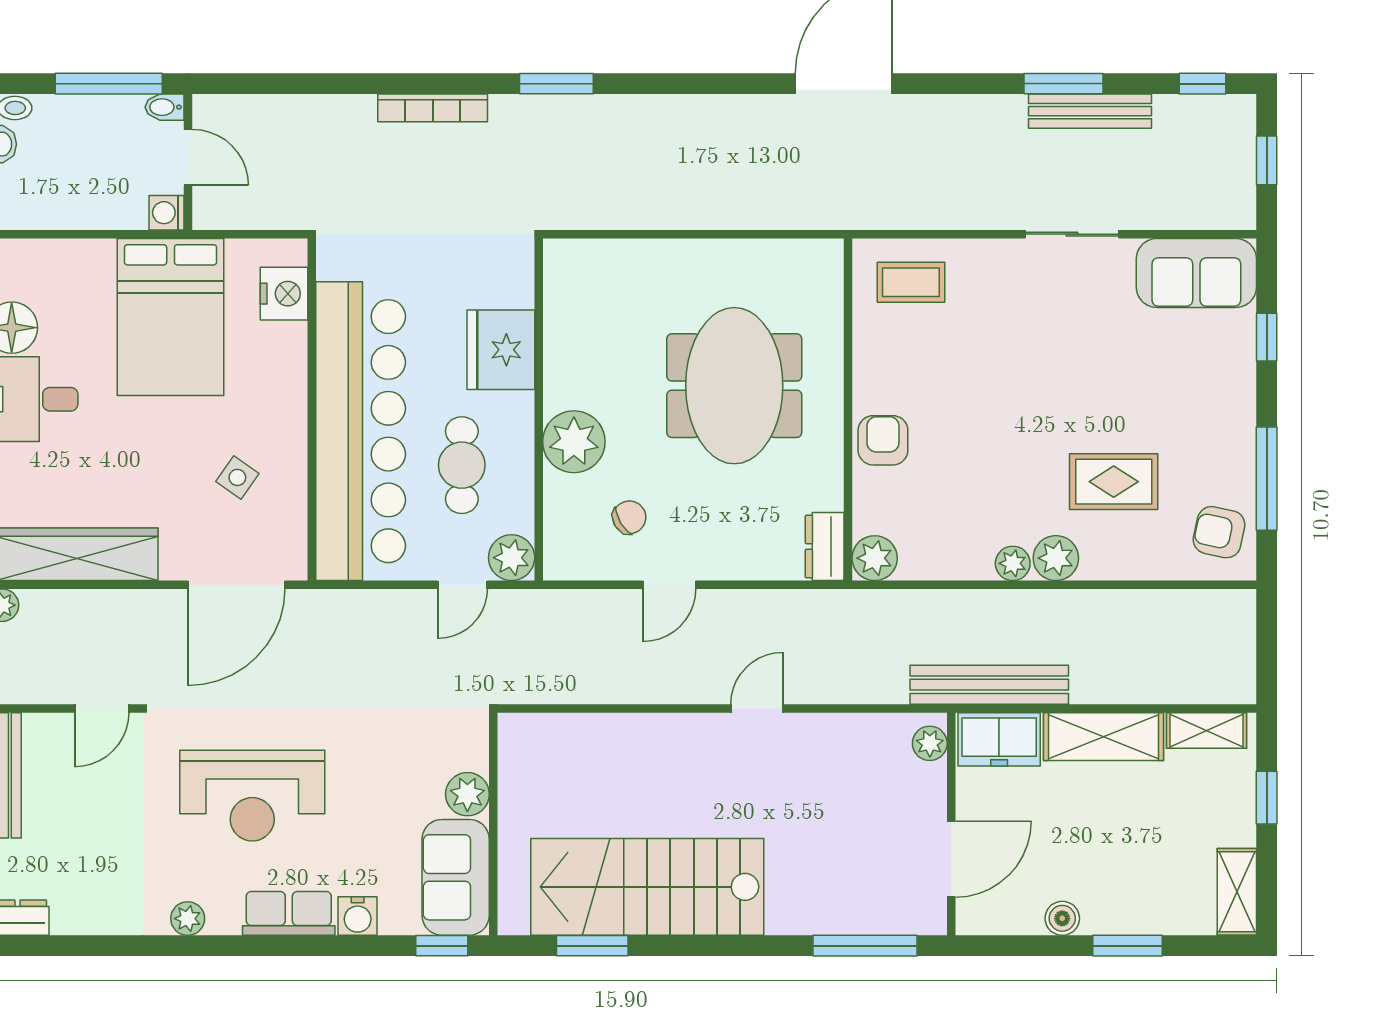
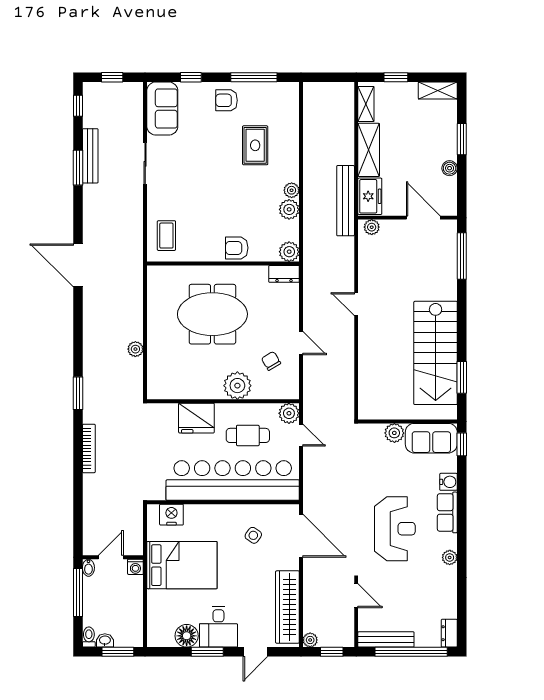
plant: (656, 213) -> (135, 349), added
armchair: (1219, 532) -> (227, 100), moved, turned 78
plant: (1056, 558) -> (289, 209), moved

